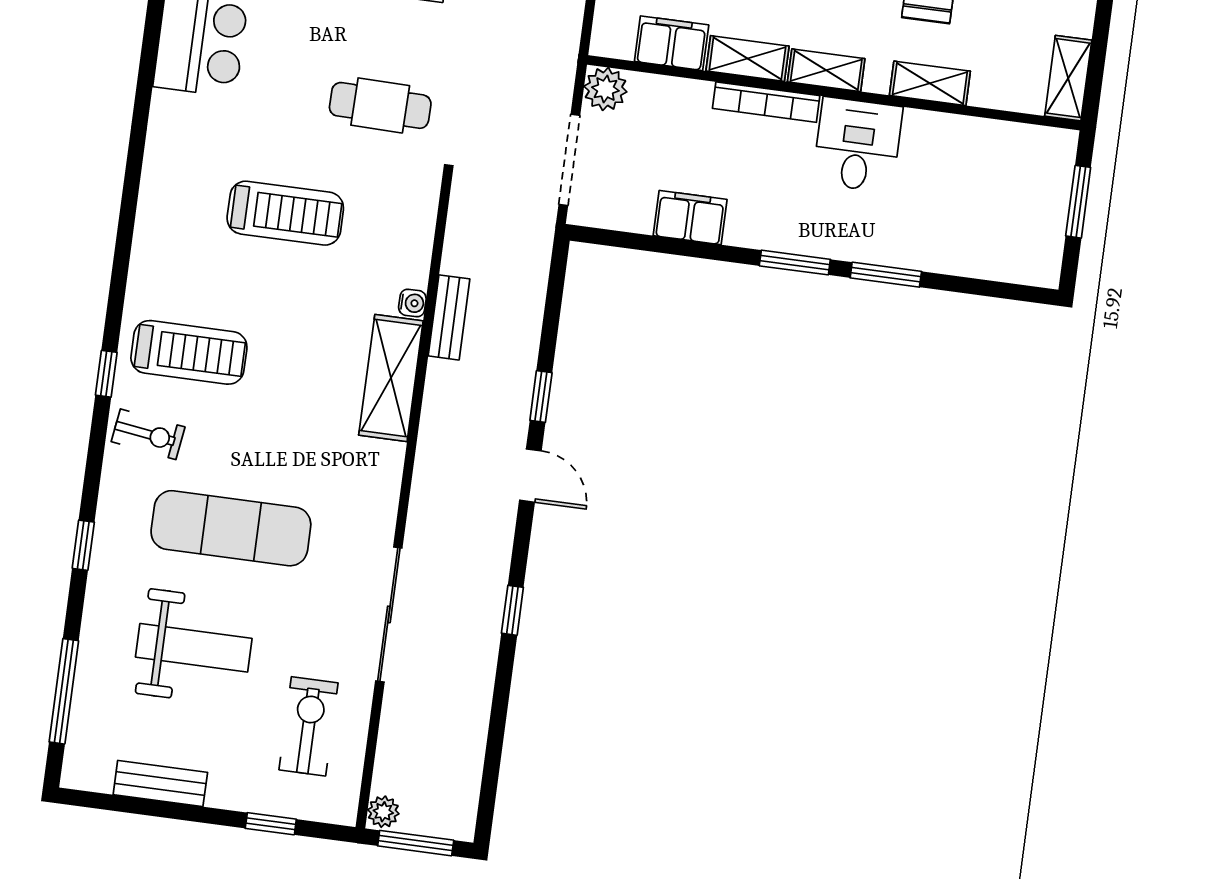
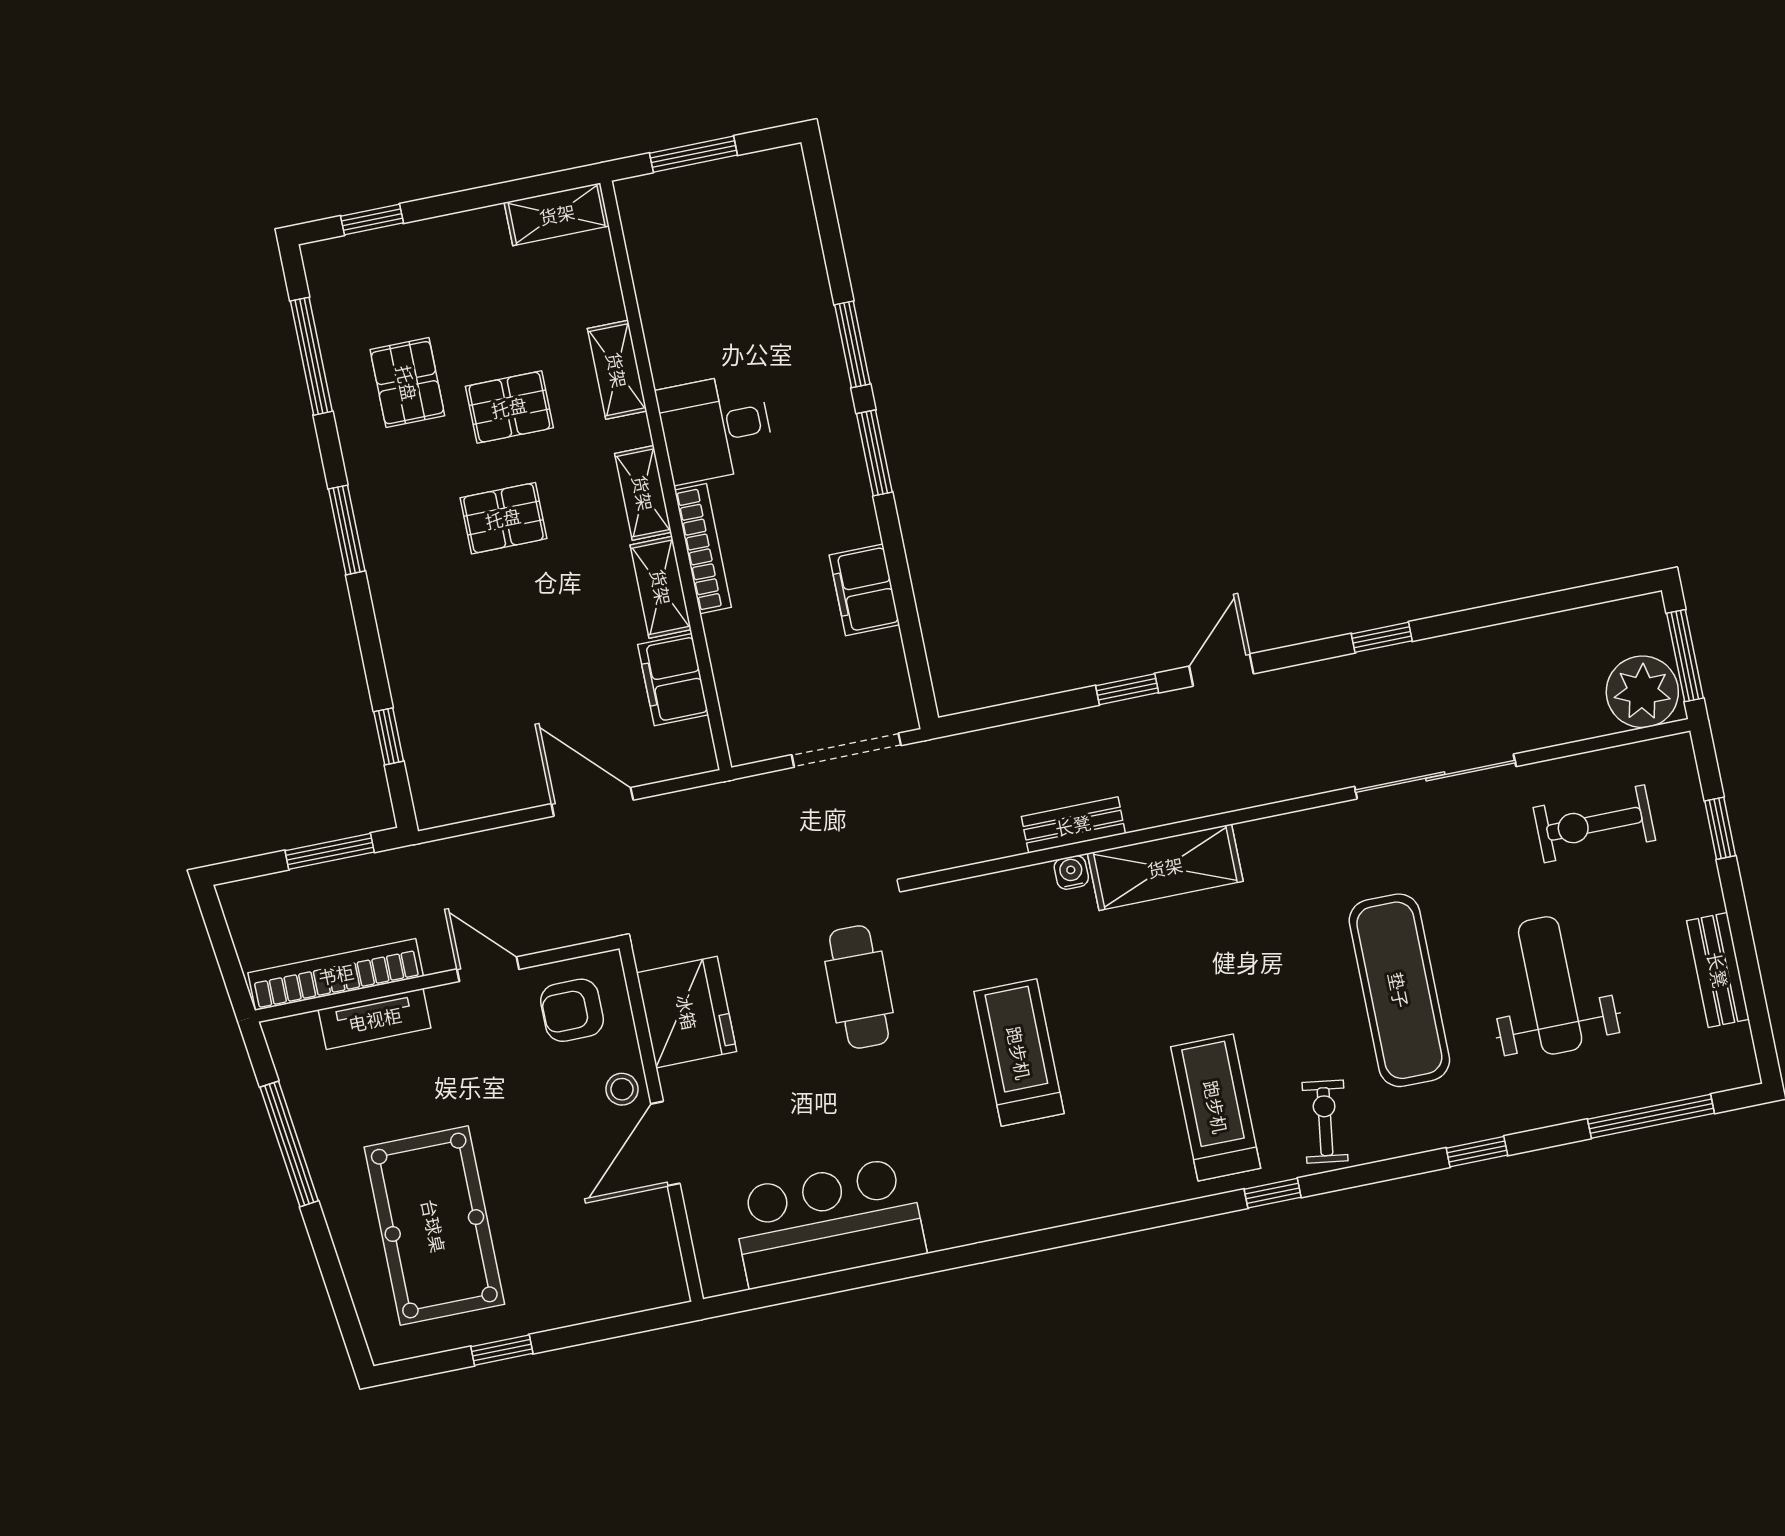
plant: (605, 89) -> (751, 737), removed
plant: (383, 812) -> (1642, 692), width x1.88, depth x1.88

